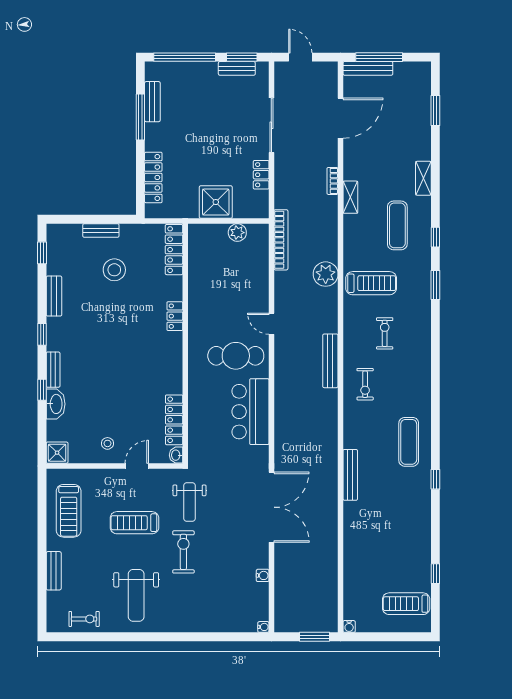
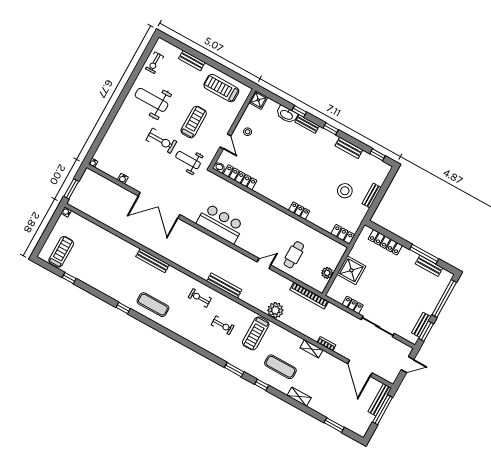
locker: (174, 250) -> (343, 234), width x0.66
cafe table: (236, 356) -> (294, 255), moved, width x0.73, depth x0.74

